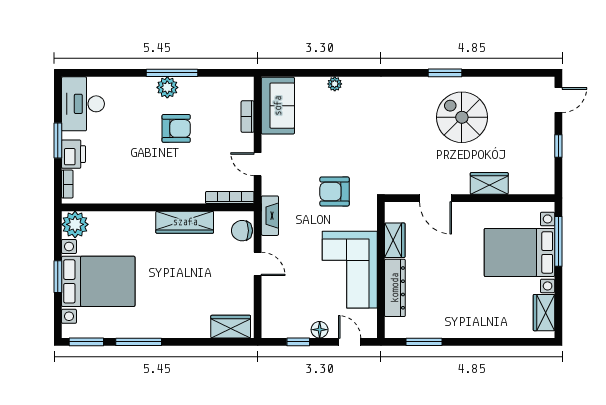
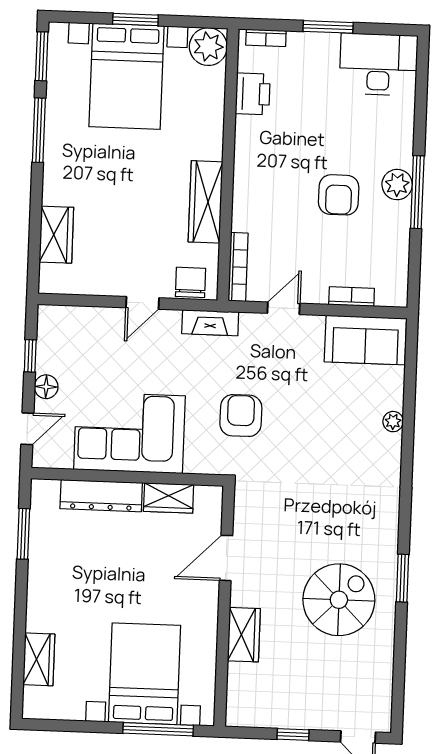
printer: (74, 154) -> (253, 94), moved, turned -90
wardrobe: (544, 313) -> (39, 659), moved, turned 90
wardrobe: (231, 327) -> (56, 235), moved

